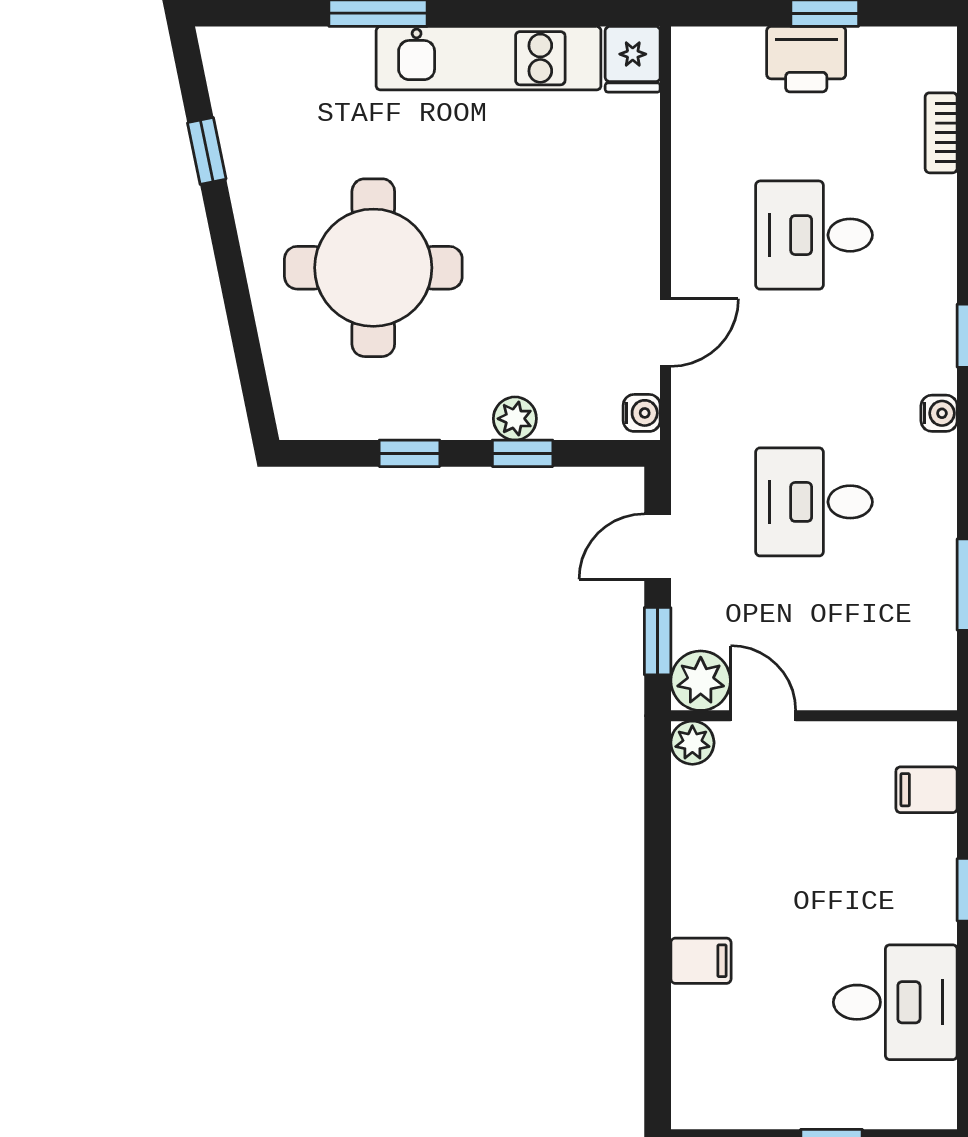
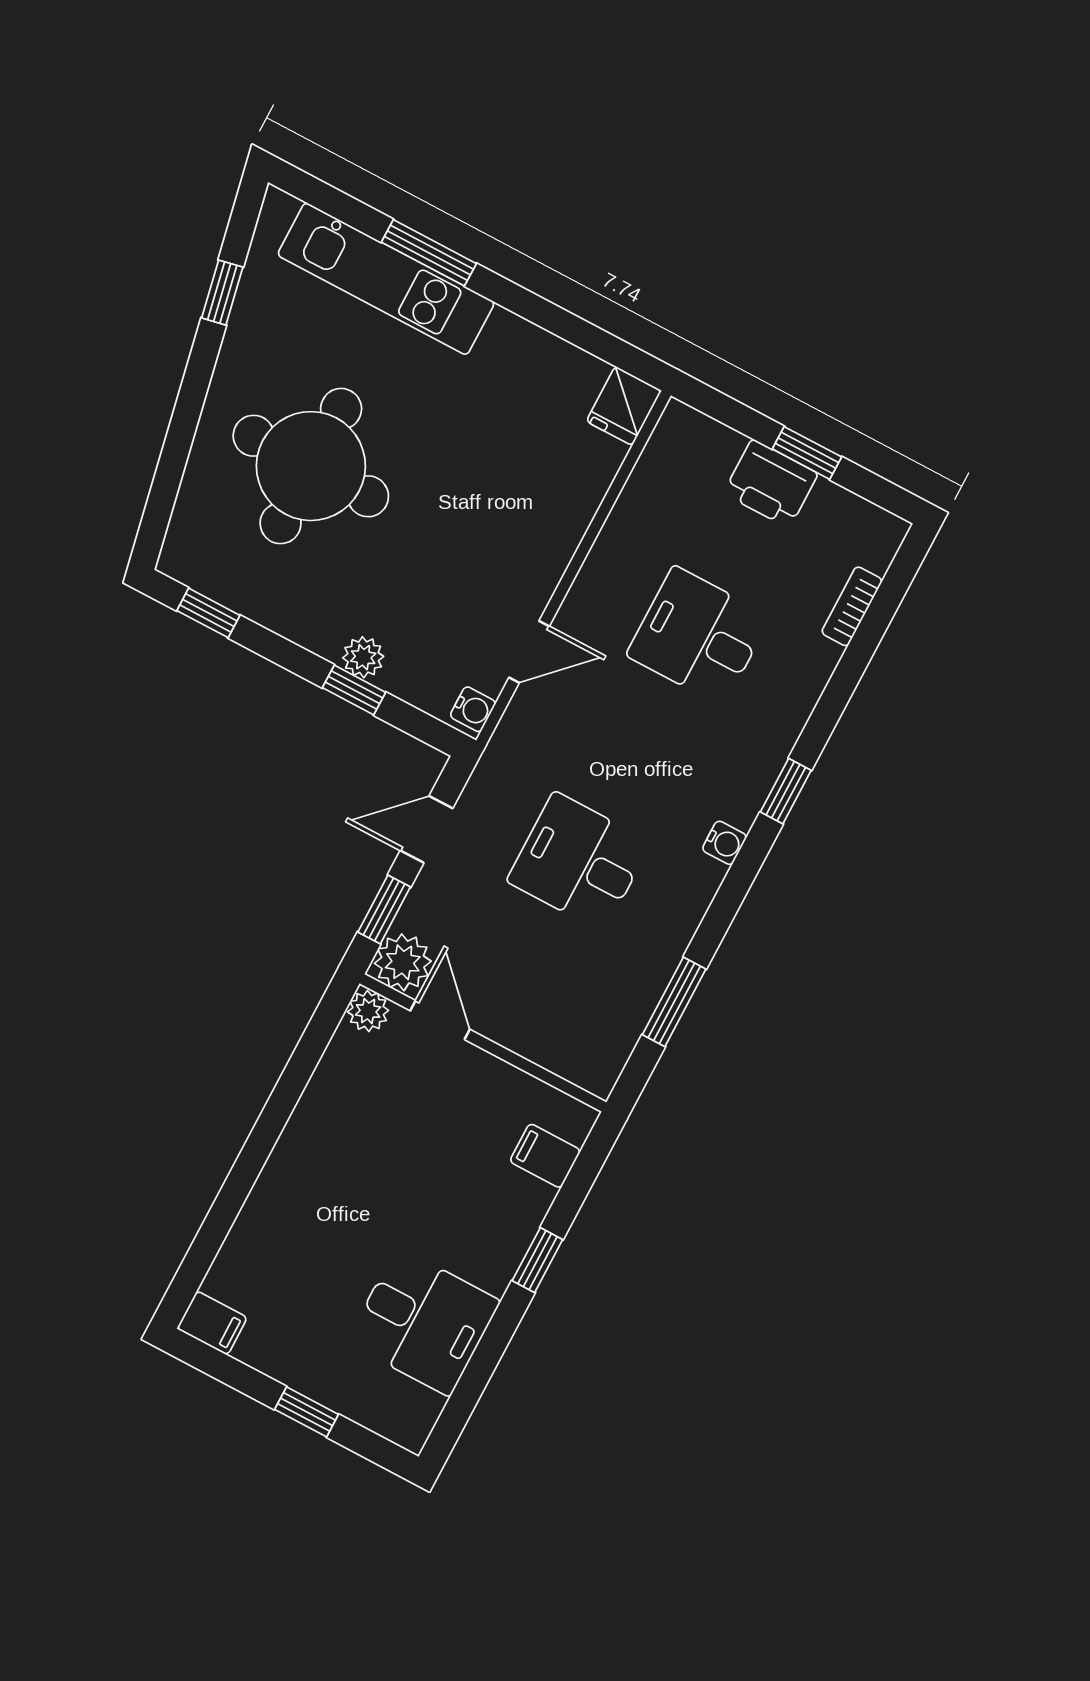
kitchen unit: (489, 58) -> (386, 279), moved
window: (409, 453) -> (208, 613), moved
filing cabinet: (701, 961) -> (212, 1323), moved

